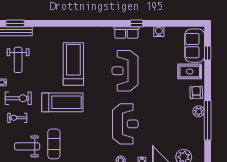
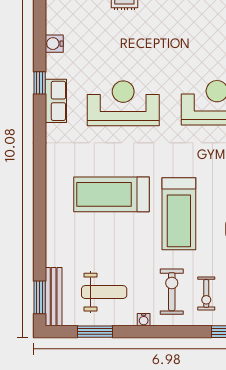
reception desk: (125, 71) -> (123, 103), turned 180
treadmill: (62, 102) -> (179, 214), turned 180

